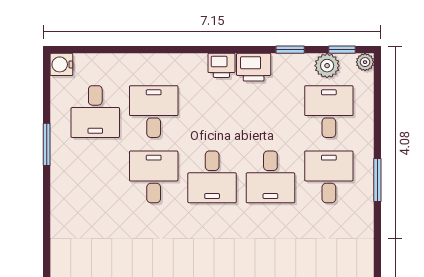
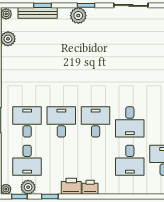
desk: (329, 177) -> (27, 122), turned 180

